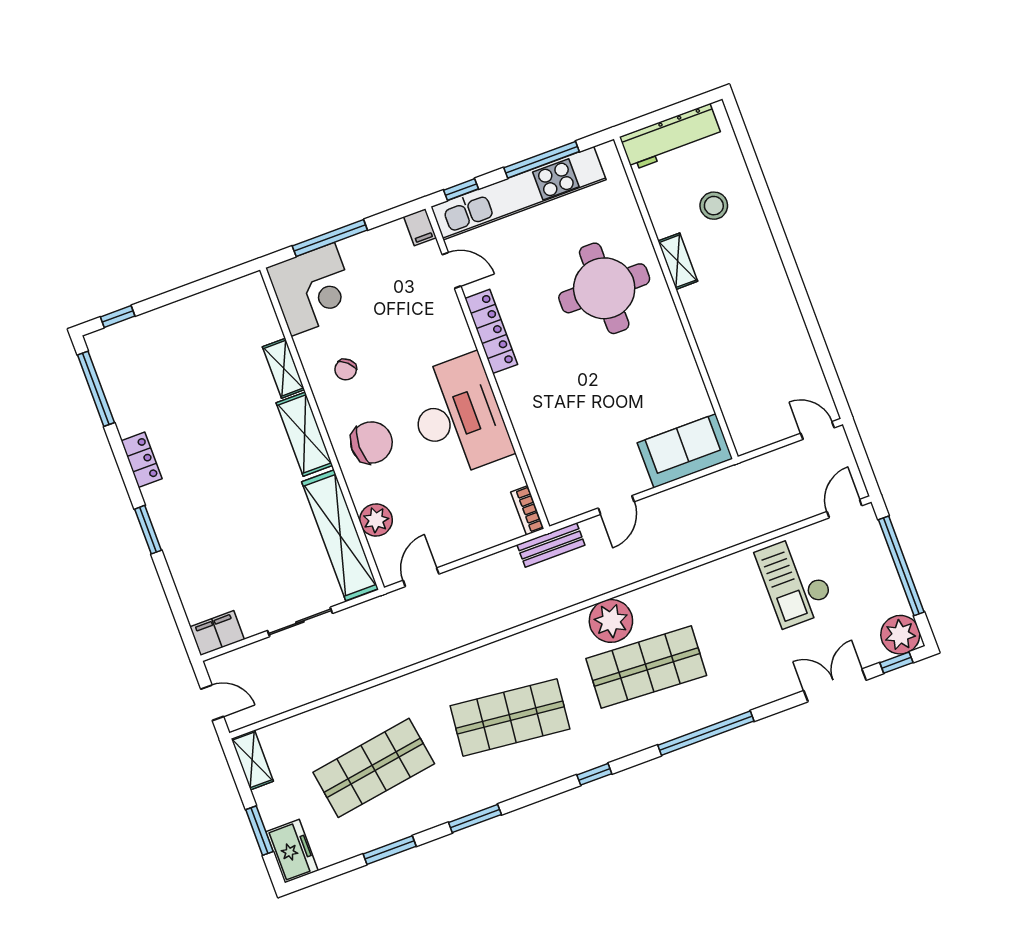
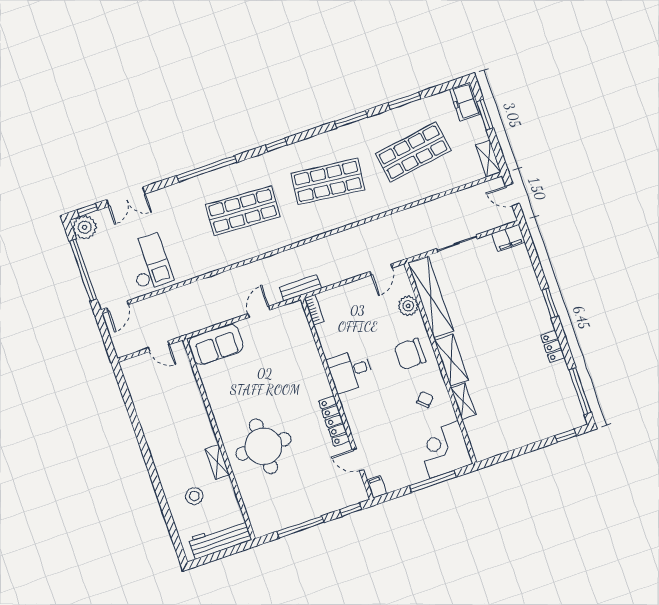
kitchen unit: (518, 193) -> (315, 506), removed
desk: (458, 416) -> (350, 371), width x0.53, depth x0.77
door: (818, 430) -> (159, 346), moved
plant: (611, 621) -> (264, 240), removed

